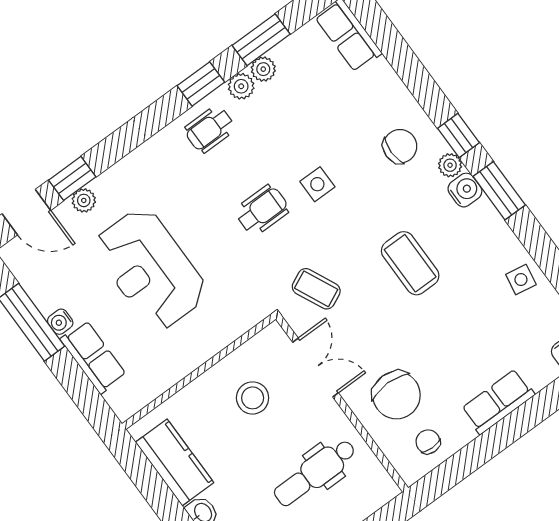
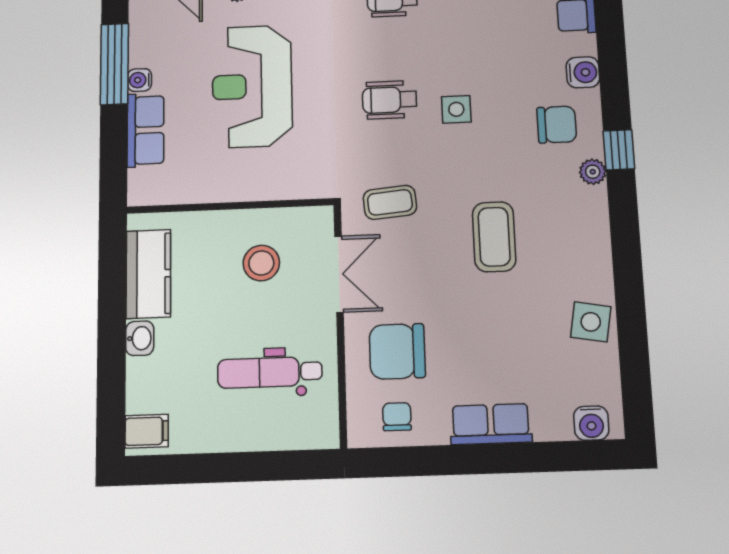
water cooler: (465, 190) -> (583, 72), moved
window: (499, 191) -> (624, 225), removed
wheelchair: (262, 210) -> (390, 100), turned 180
side table: (521, 280) -> (591, 322), width x1.37, depth x1.37
coffee table: (316, 289) -> (390, 202), turned -70
chair: (396, 395) -> (397, 351), turned 90

